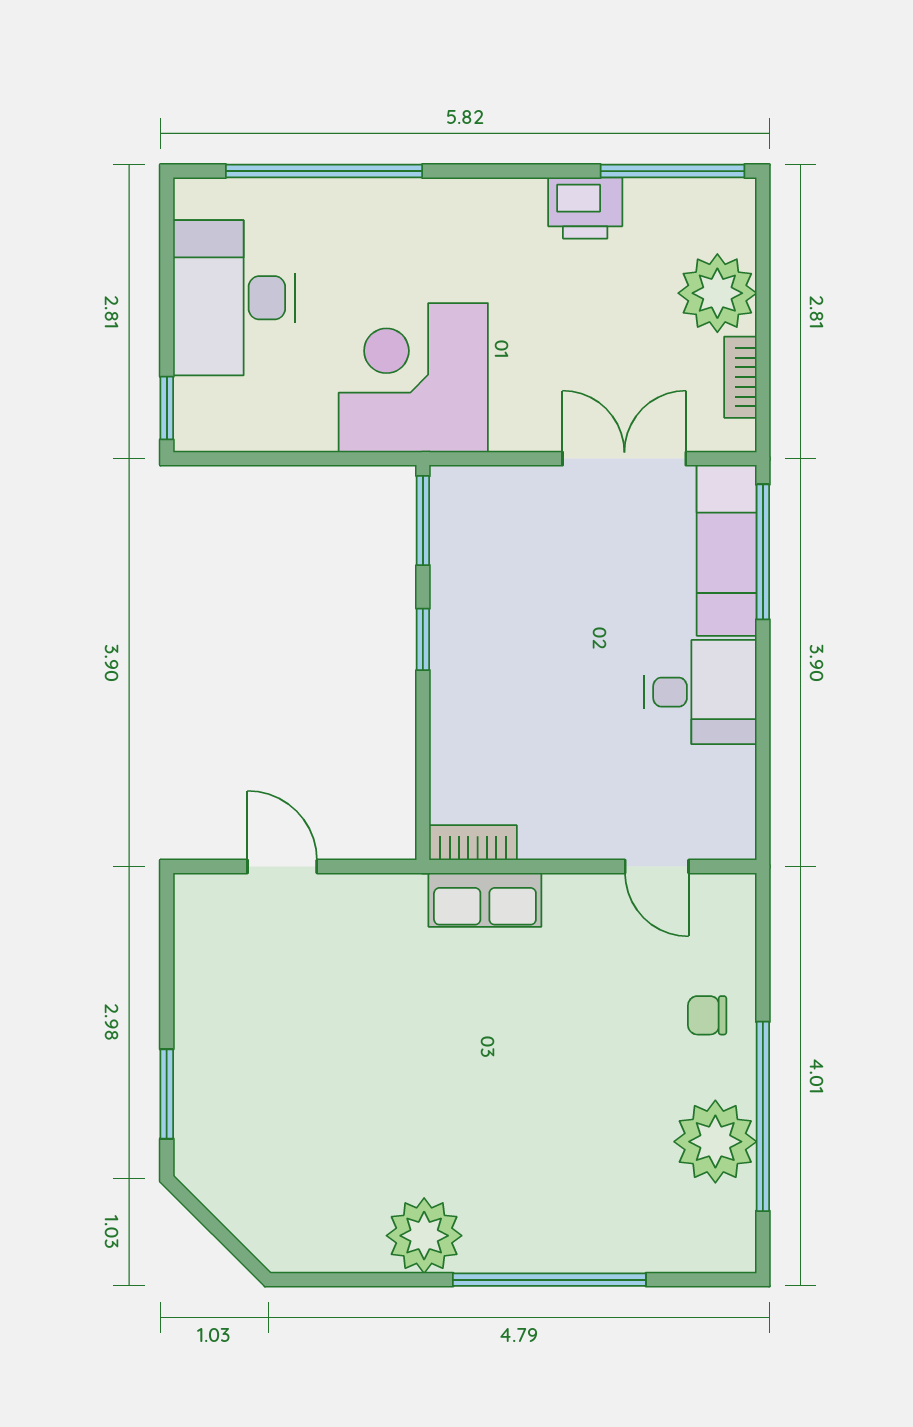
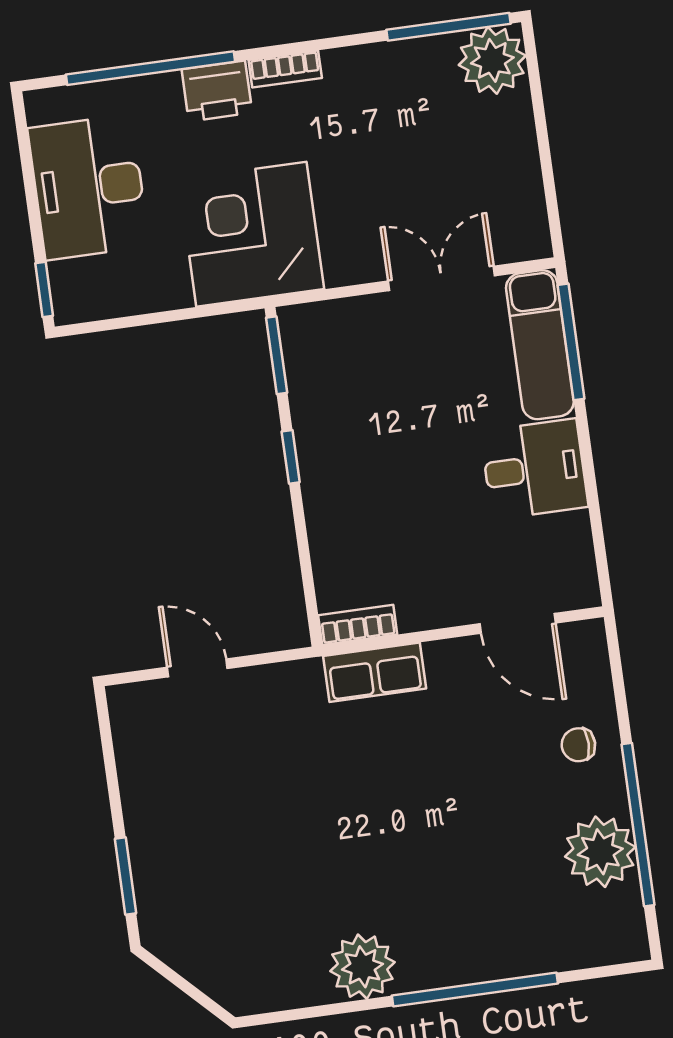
printer: (585, 208) -> (217, 91), moved
plant: (717, 293) -> (492, 60), moved
bookcase: (740, 377) -> (285, 69), moved, turned -90
door: (657, 867) -> (518, 623), width x1.37

